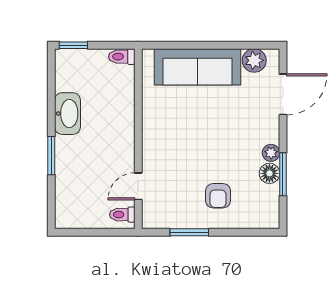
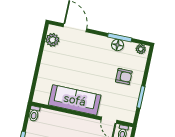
sofa: (197, 67) -> (75, 100), moved, turned -90
plant: (271, 153) -> (141, 49), moved

